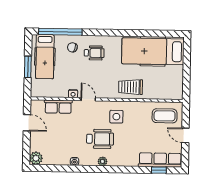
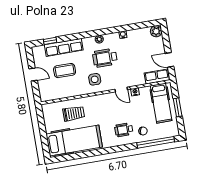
hospital bed: (45, 57) -> (161, 103), moved, turned 180
trolley: (131, 87) -> (74, 114), moved
row of seats: (58, 107) -> (157, 77), moved
coffee table: (165, 116) -> (65, 71), moved
row of seats: (160, 160) -> (64, 47), moved

